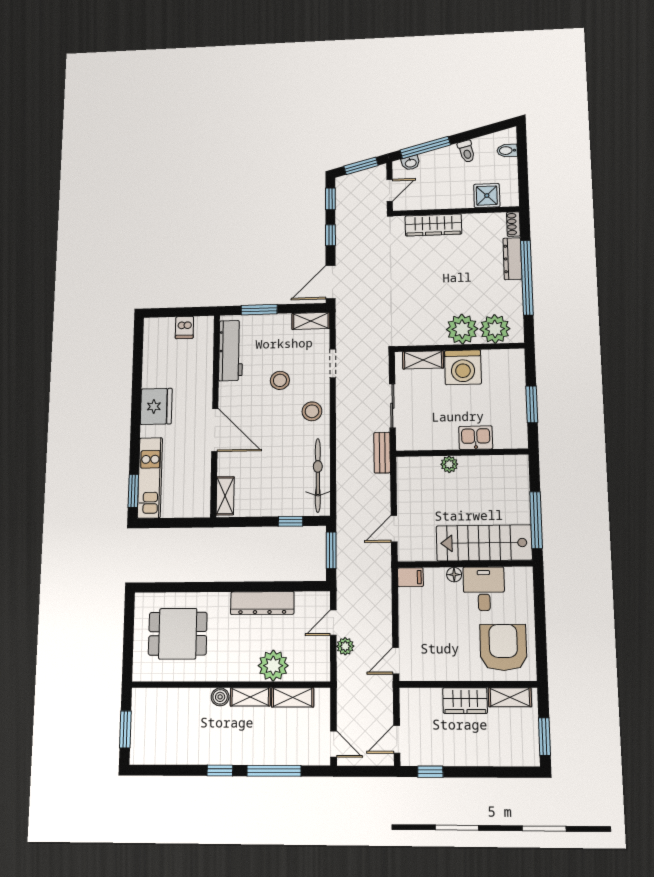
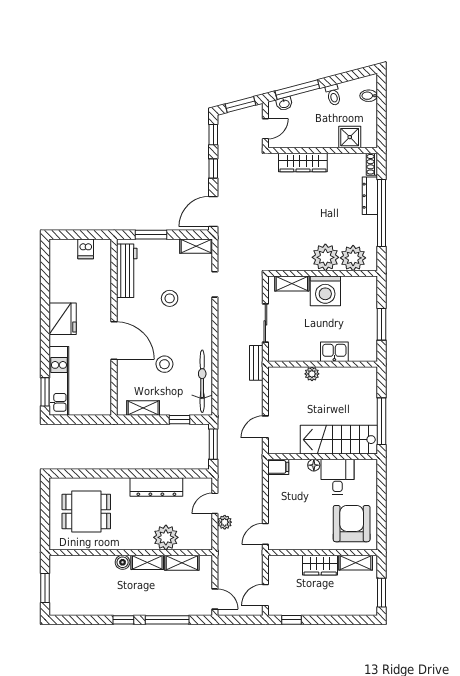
stool: (312, 411) -> (164, 364), moved
shelving: (225, 496) -> (143, 408), moved, turned 90

